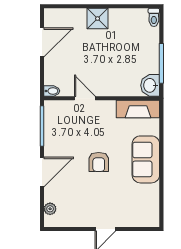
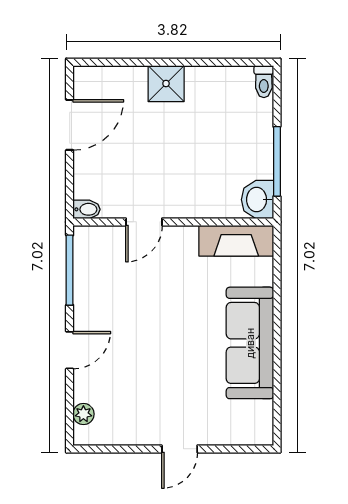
door: (85, 98) -> (144, 222), swing flipped
sofa: (146, 159) -> (250, 343), width x1.36
armchair: (99, 162) -> (168, 333), removed
door: (42, 172) -> (70, 350), width x0.73

